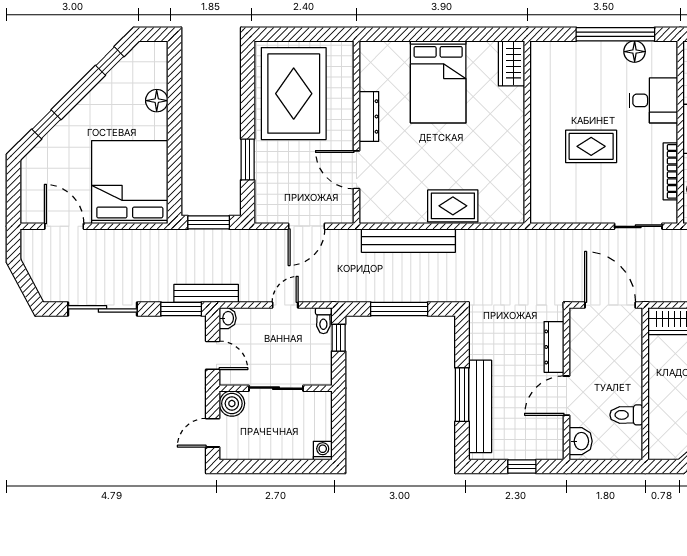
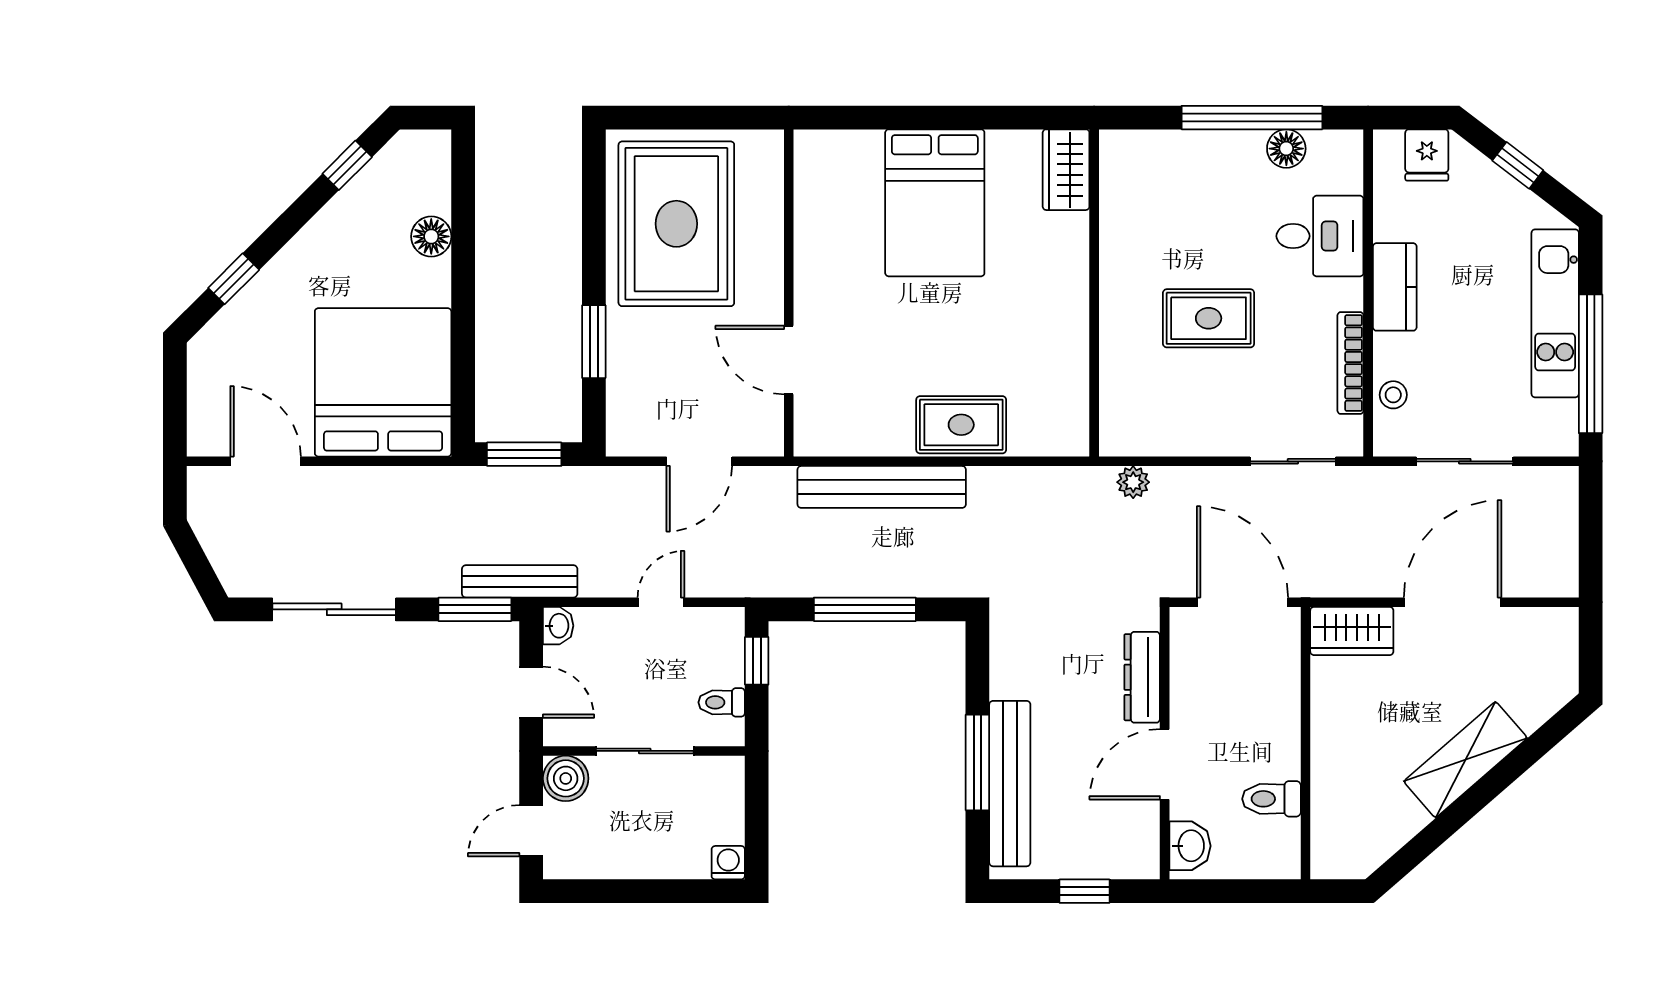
dresser: (369, 116) -> (811, 265), removed
plant: (549, 238) -> (1133, 482), added
toilet: (323, 321) -> (722, 702), moved, turned 90

